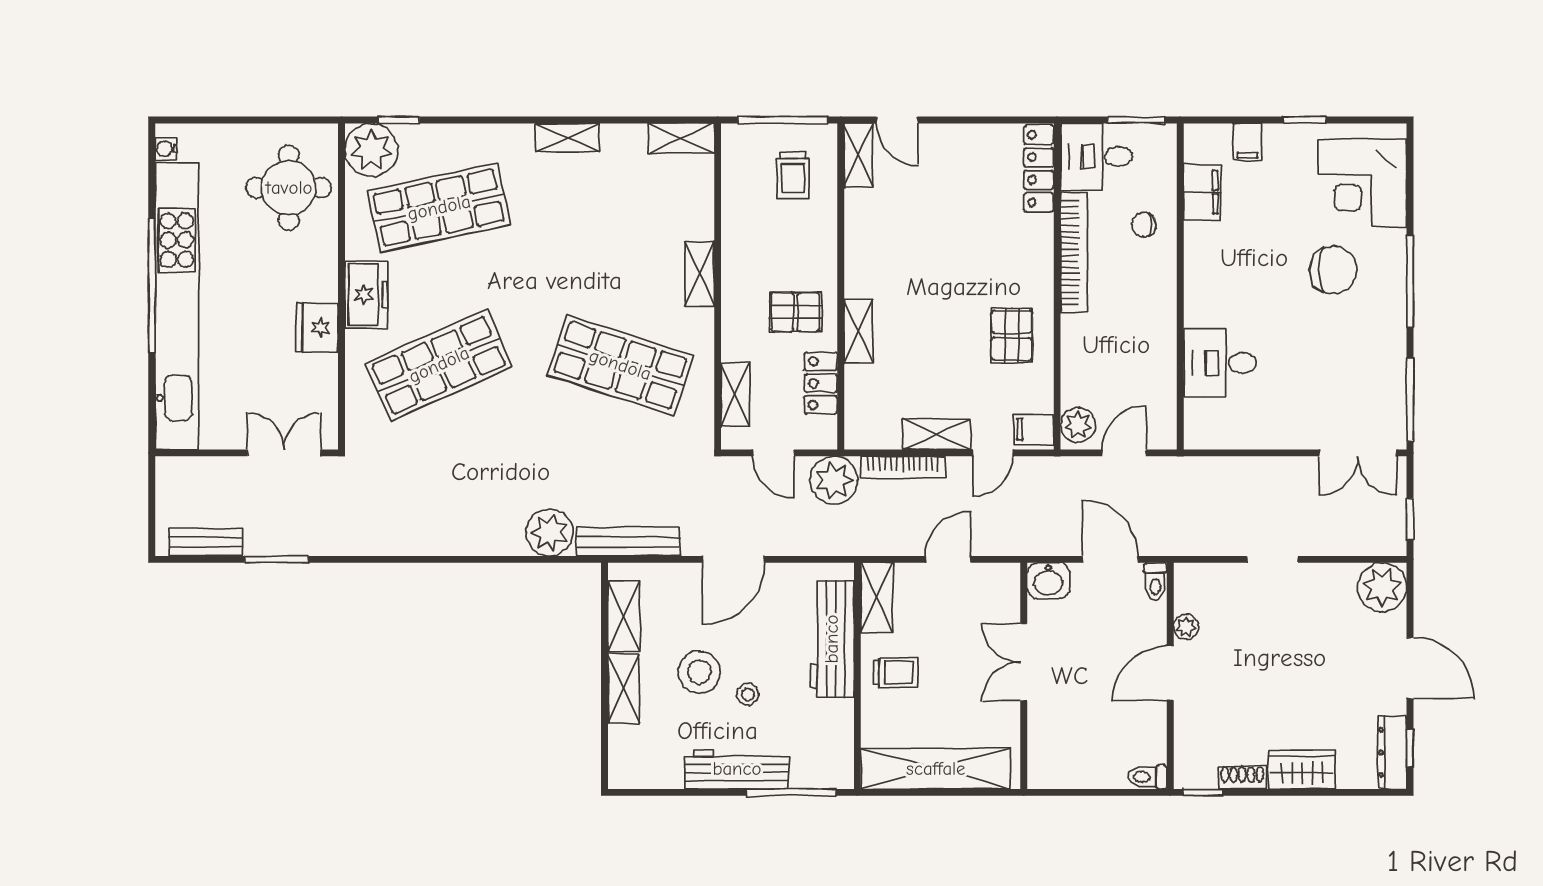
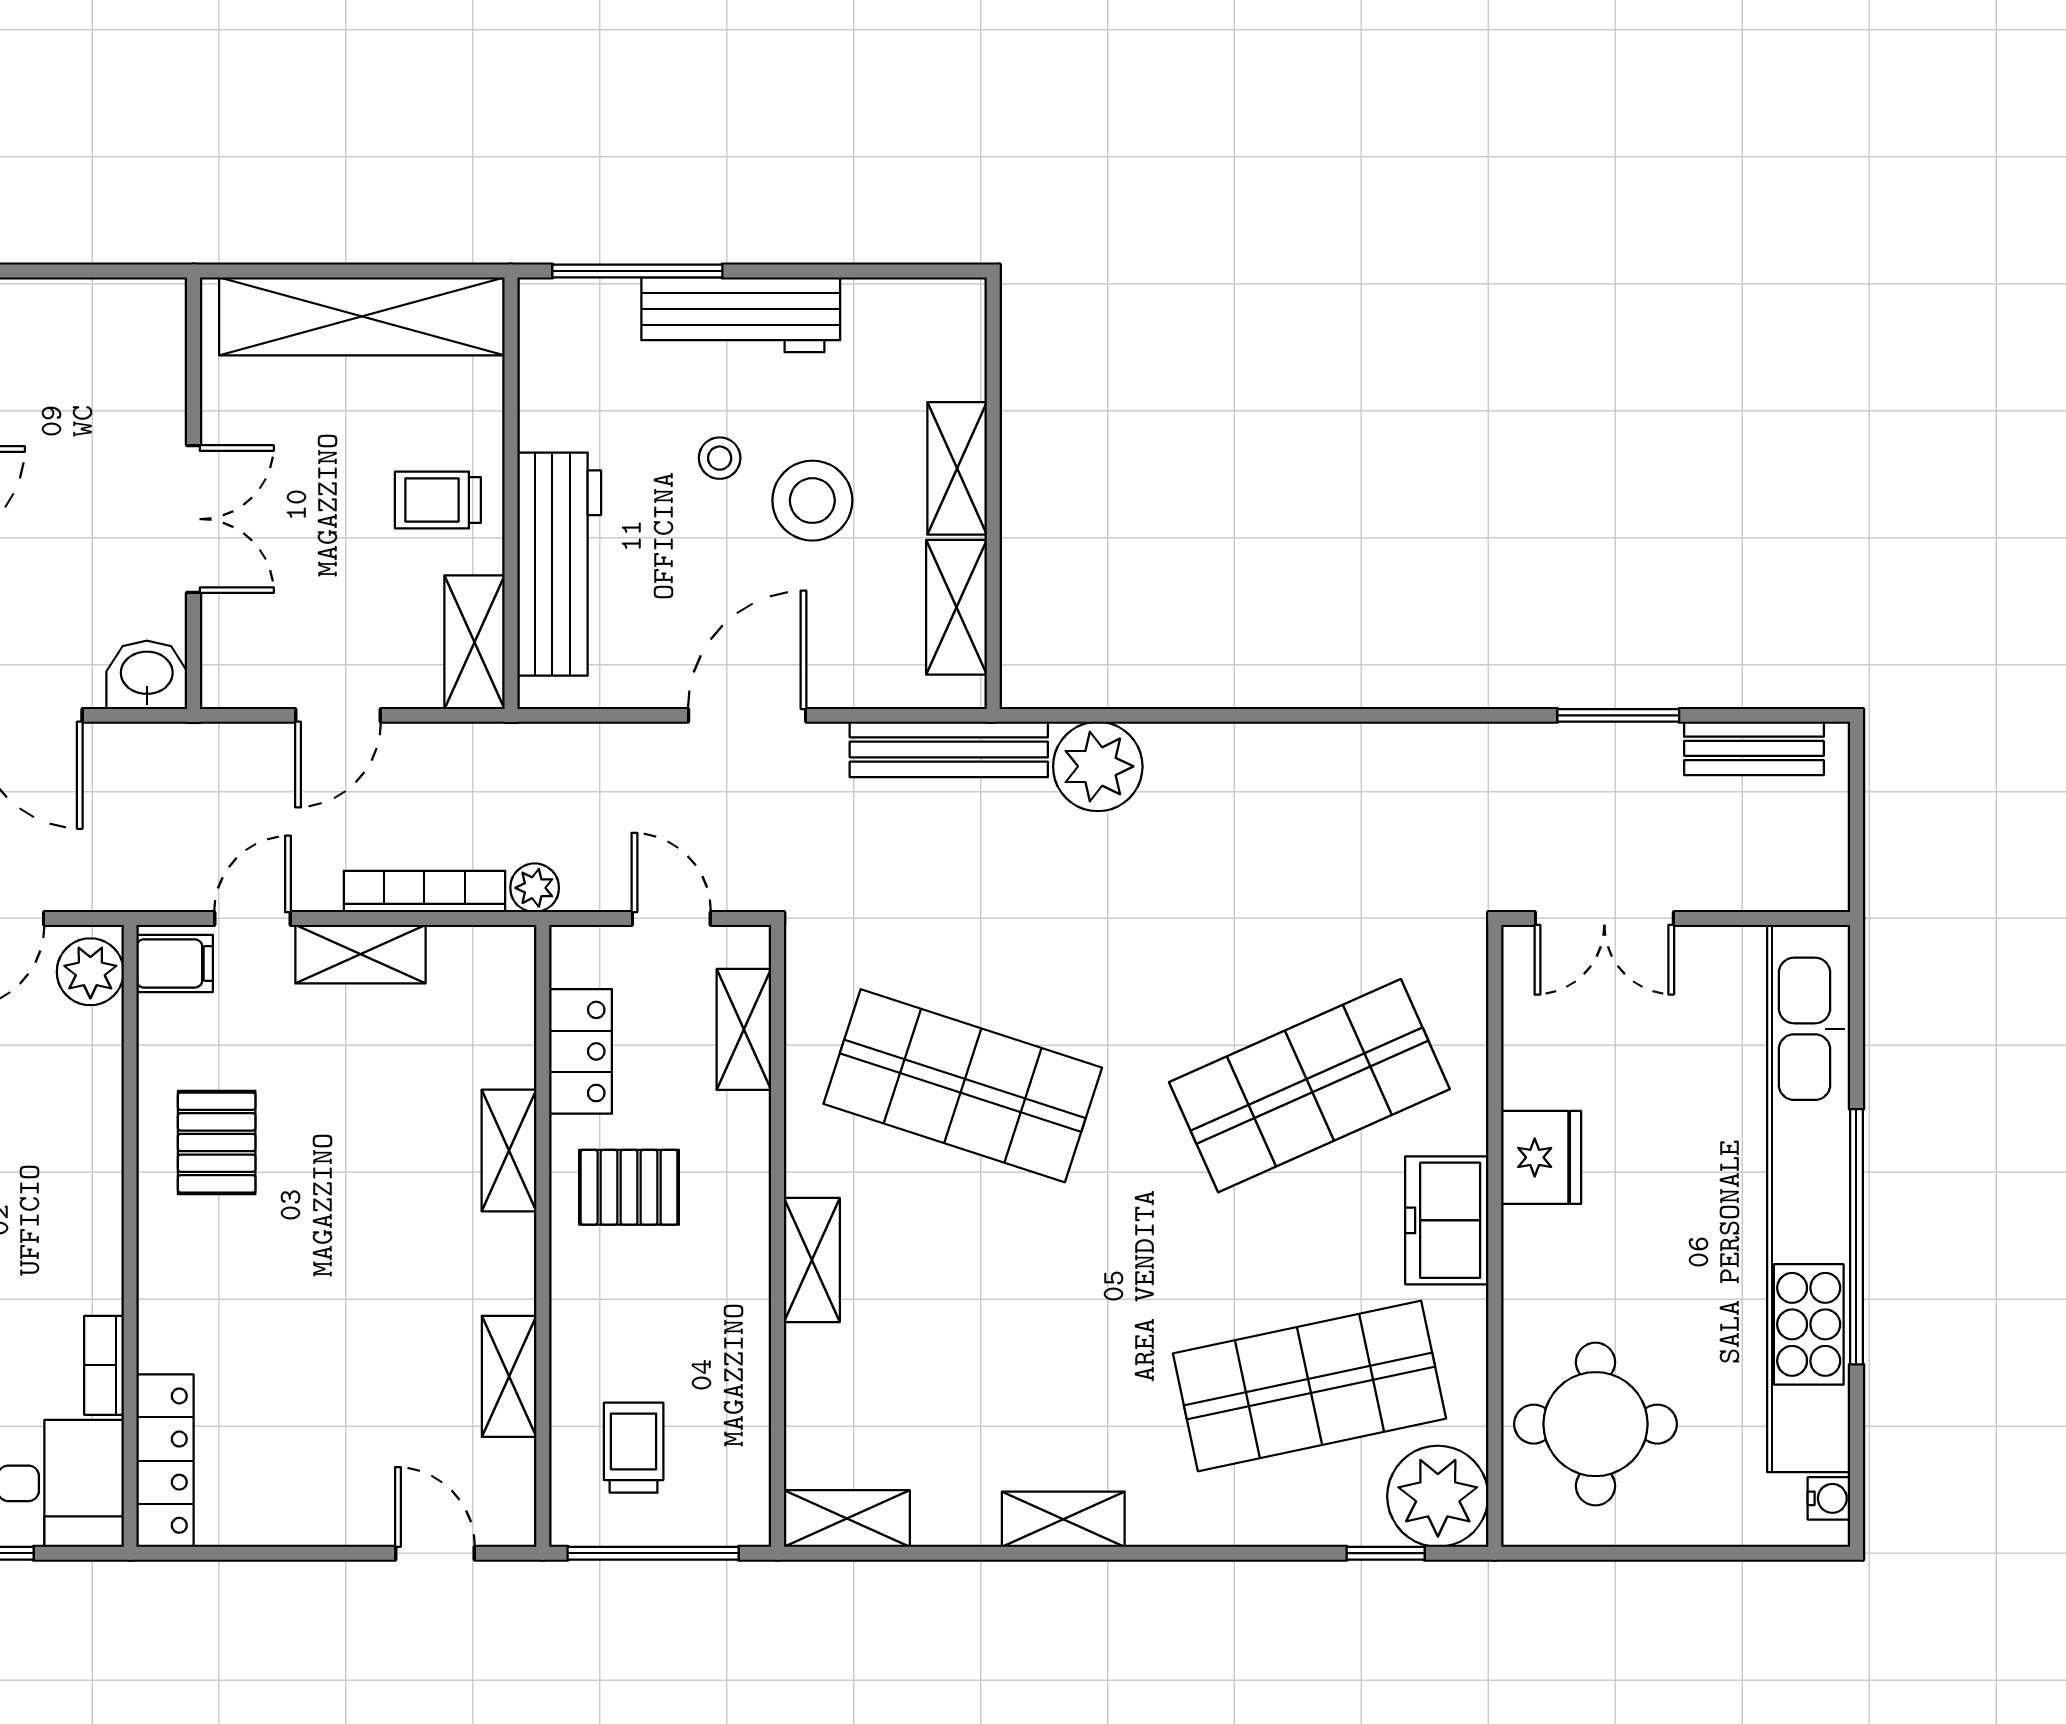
shelving: (858, 155) -> (509, 1376), moved
bookcase: (1074, 253) -> (104, 1365), width x0.43, depth x0.76
plant: (834, 480) -> (535, 888), width x0.53, depth x0.53

